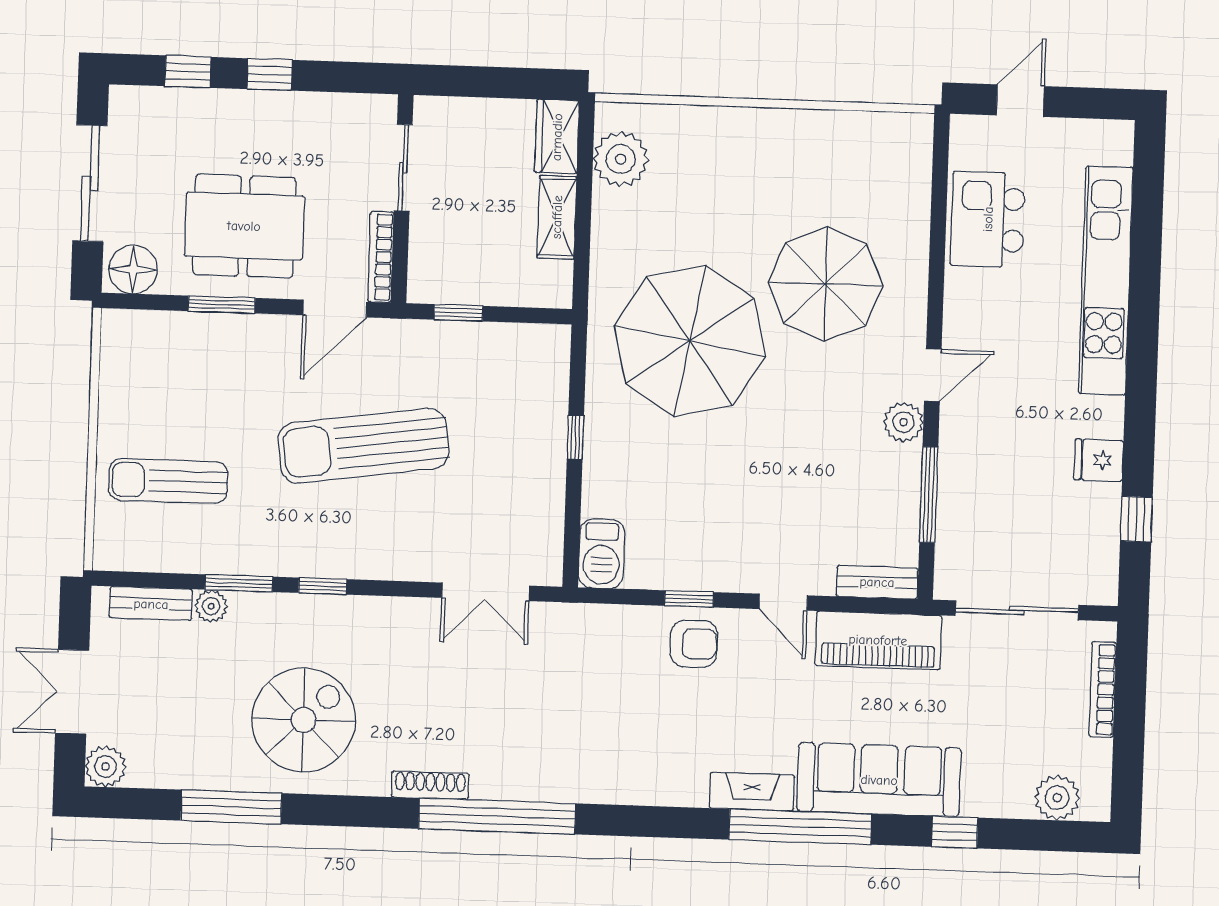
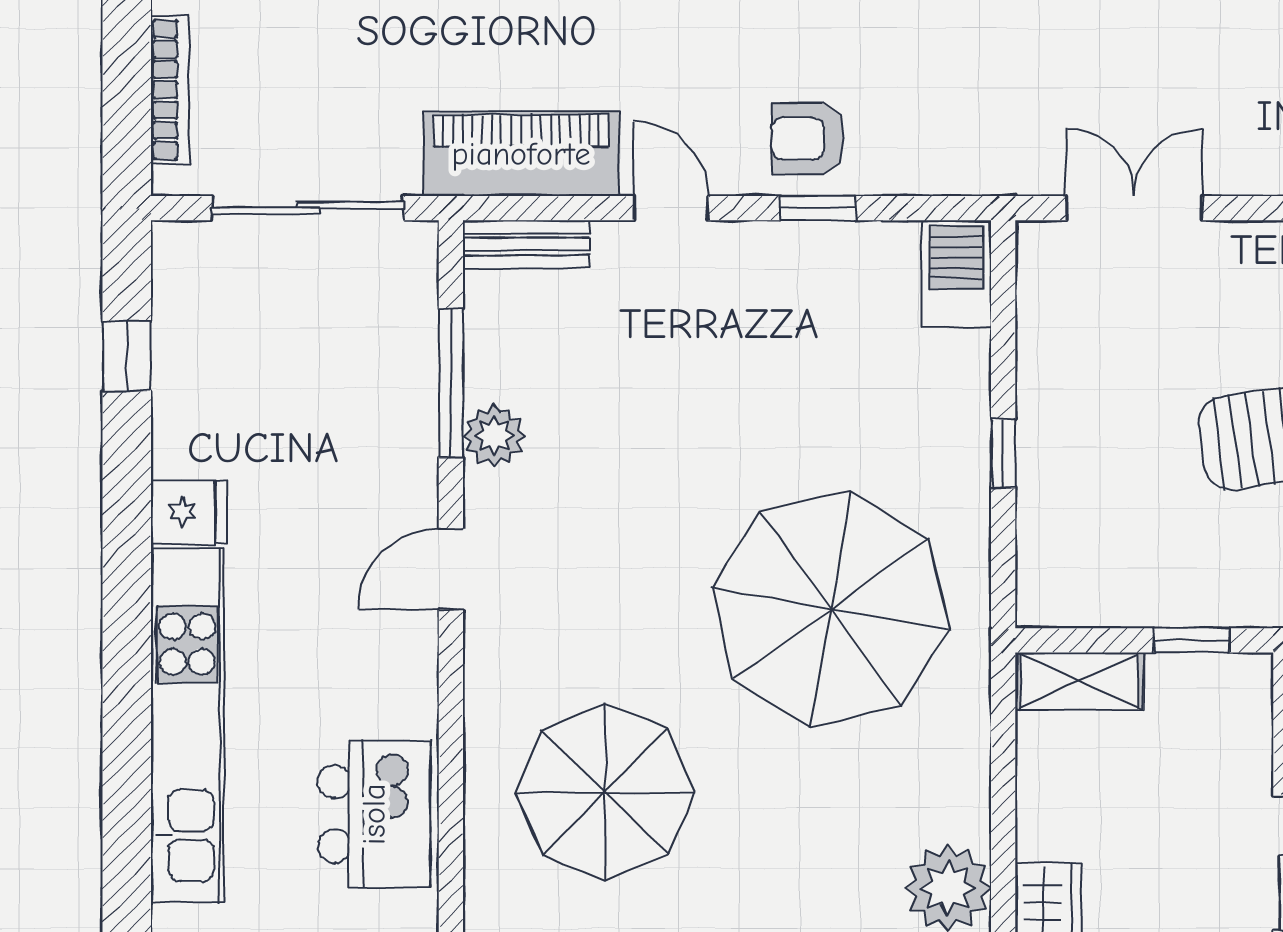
shelving: (557, 217) -> (1079, 681), moved, turned 90
parasol: (826, 284) -> (605, 792), moved
plant: (904, 422) -> (494, 436), moved
fridge: (1099, 460) -> (189, 512), moved

